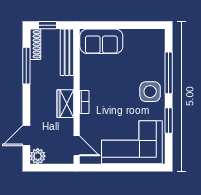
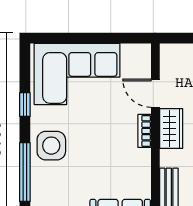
window: (169, 121) -> (25, 105), width x0.67
door: (77, 146) -> (155, 93), moved

